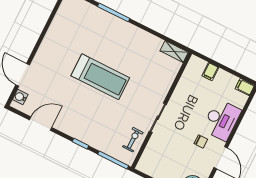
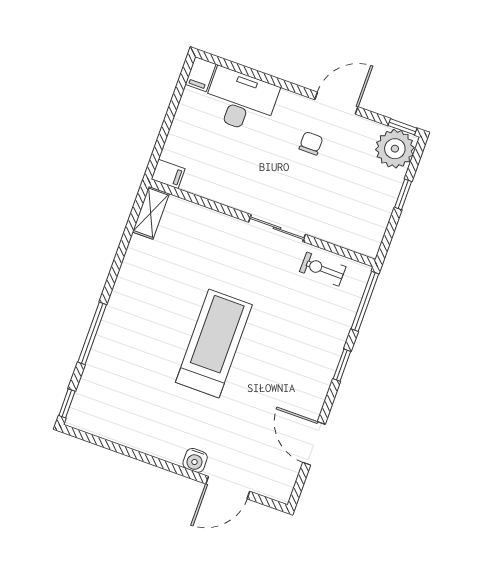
filing cabinet: (210, 72) -> (168, 174), moved
water cooler: (20, 97) -> (195, 460), moved
desk: (222, 120) -> (241, 101), moved

